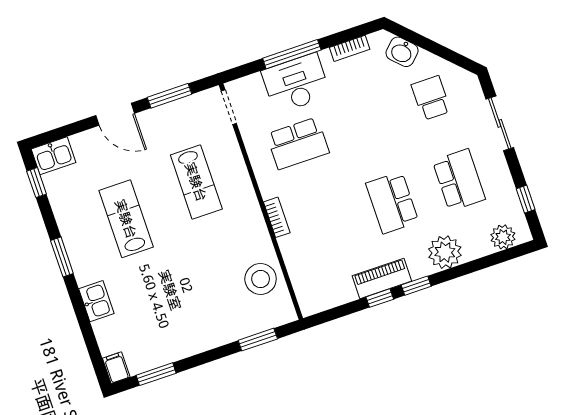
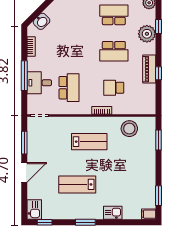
desk: (296, 83) -> (39, 83), width x0.73
school desk: (431, 98) -> (114, 88), moved
lab bench: (196, 182) -> (89, 142), moved
window: (416, 286) -> (159, 26), moved

